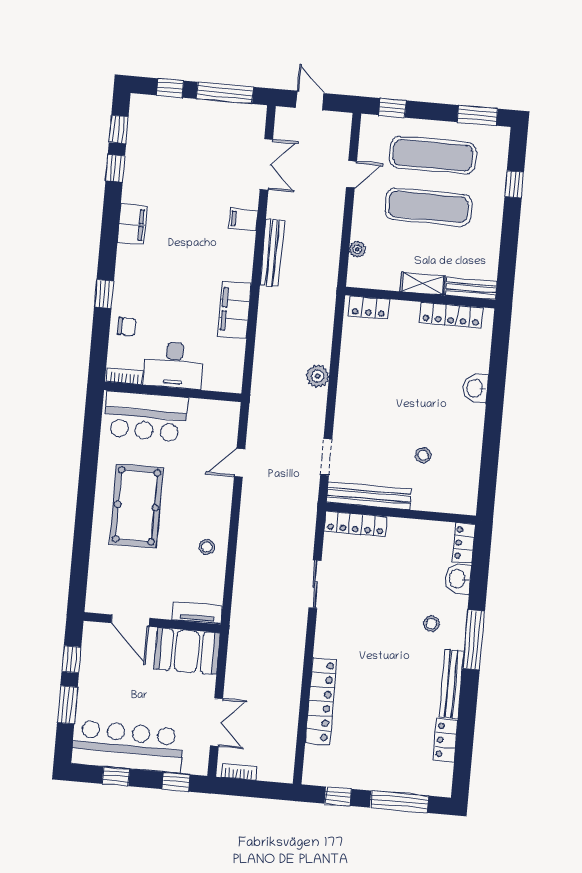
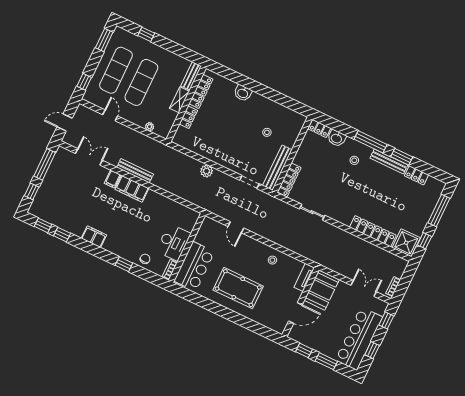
locker: (369, 307) -> (188, 117), moved
filing cabinet: (235, 310) -> (132, 189), moved
window: (468, 703) -> (402, 157), added
shower: (323, 766) -> (406, 243), added

